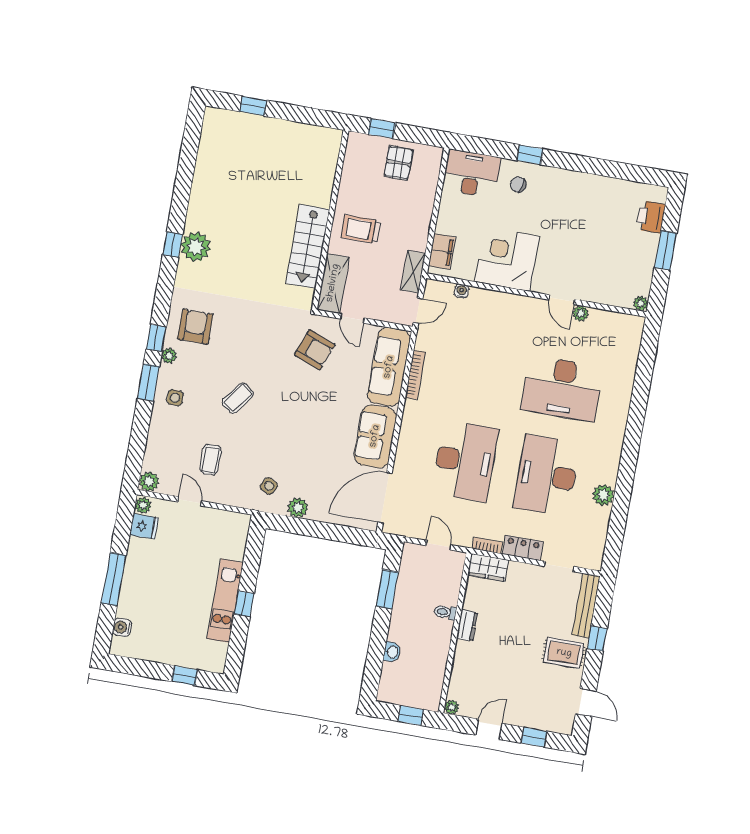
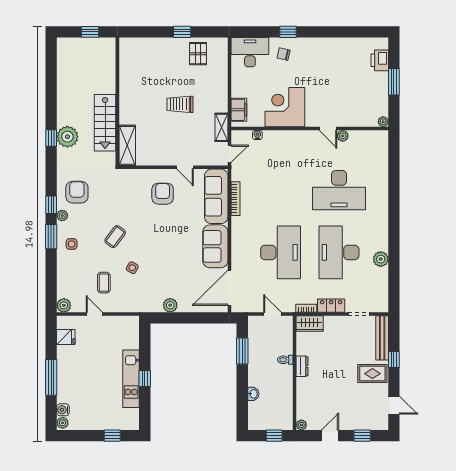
wall: (330, 220) -> (117, 102), moved
stairs: (308, 246) -> (105, 123), moved
shelving: (333, 283) -> (127, 145), moved
armchair: (315, 350) -> (163, 194), turned -111
side table: (269, 486) -> (132, 268), moved
plant: (143, 505) -> (63, 423), moved

